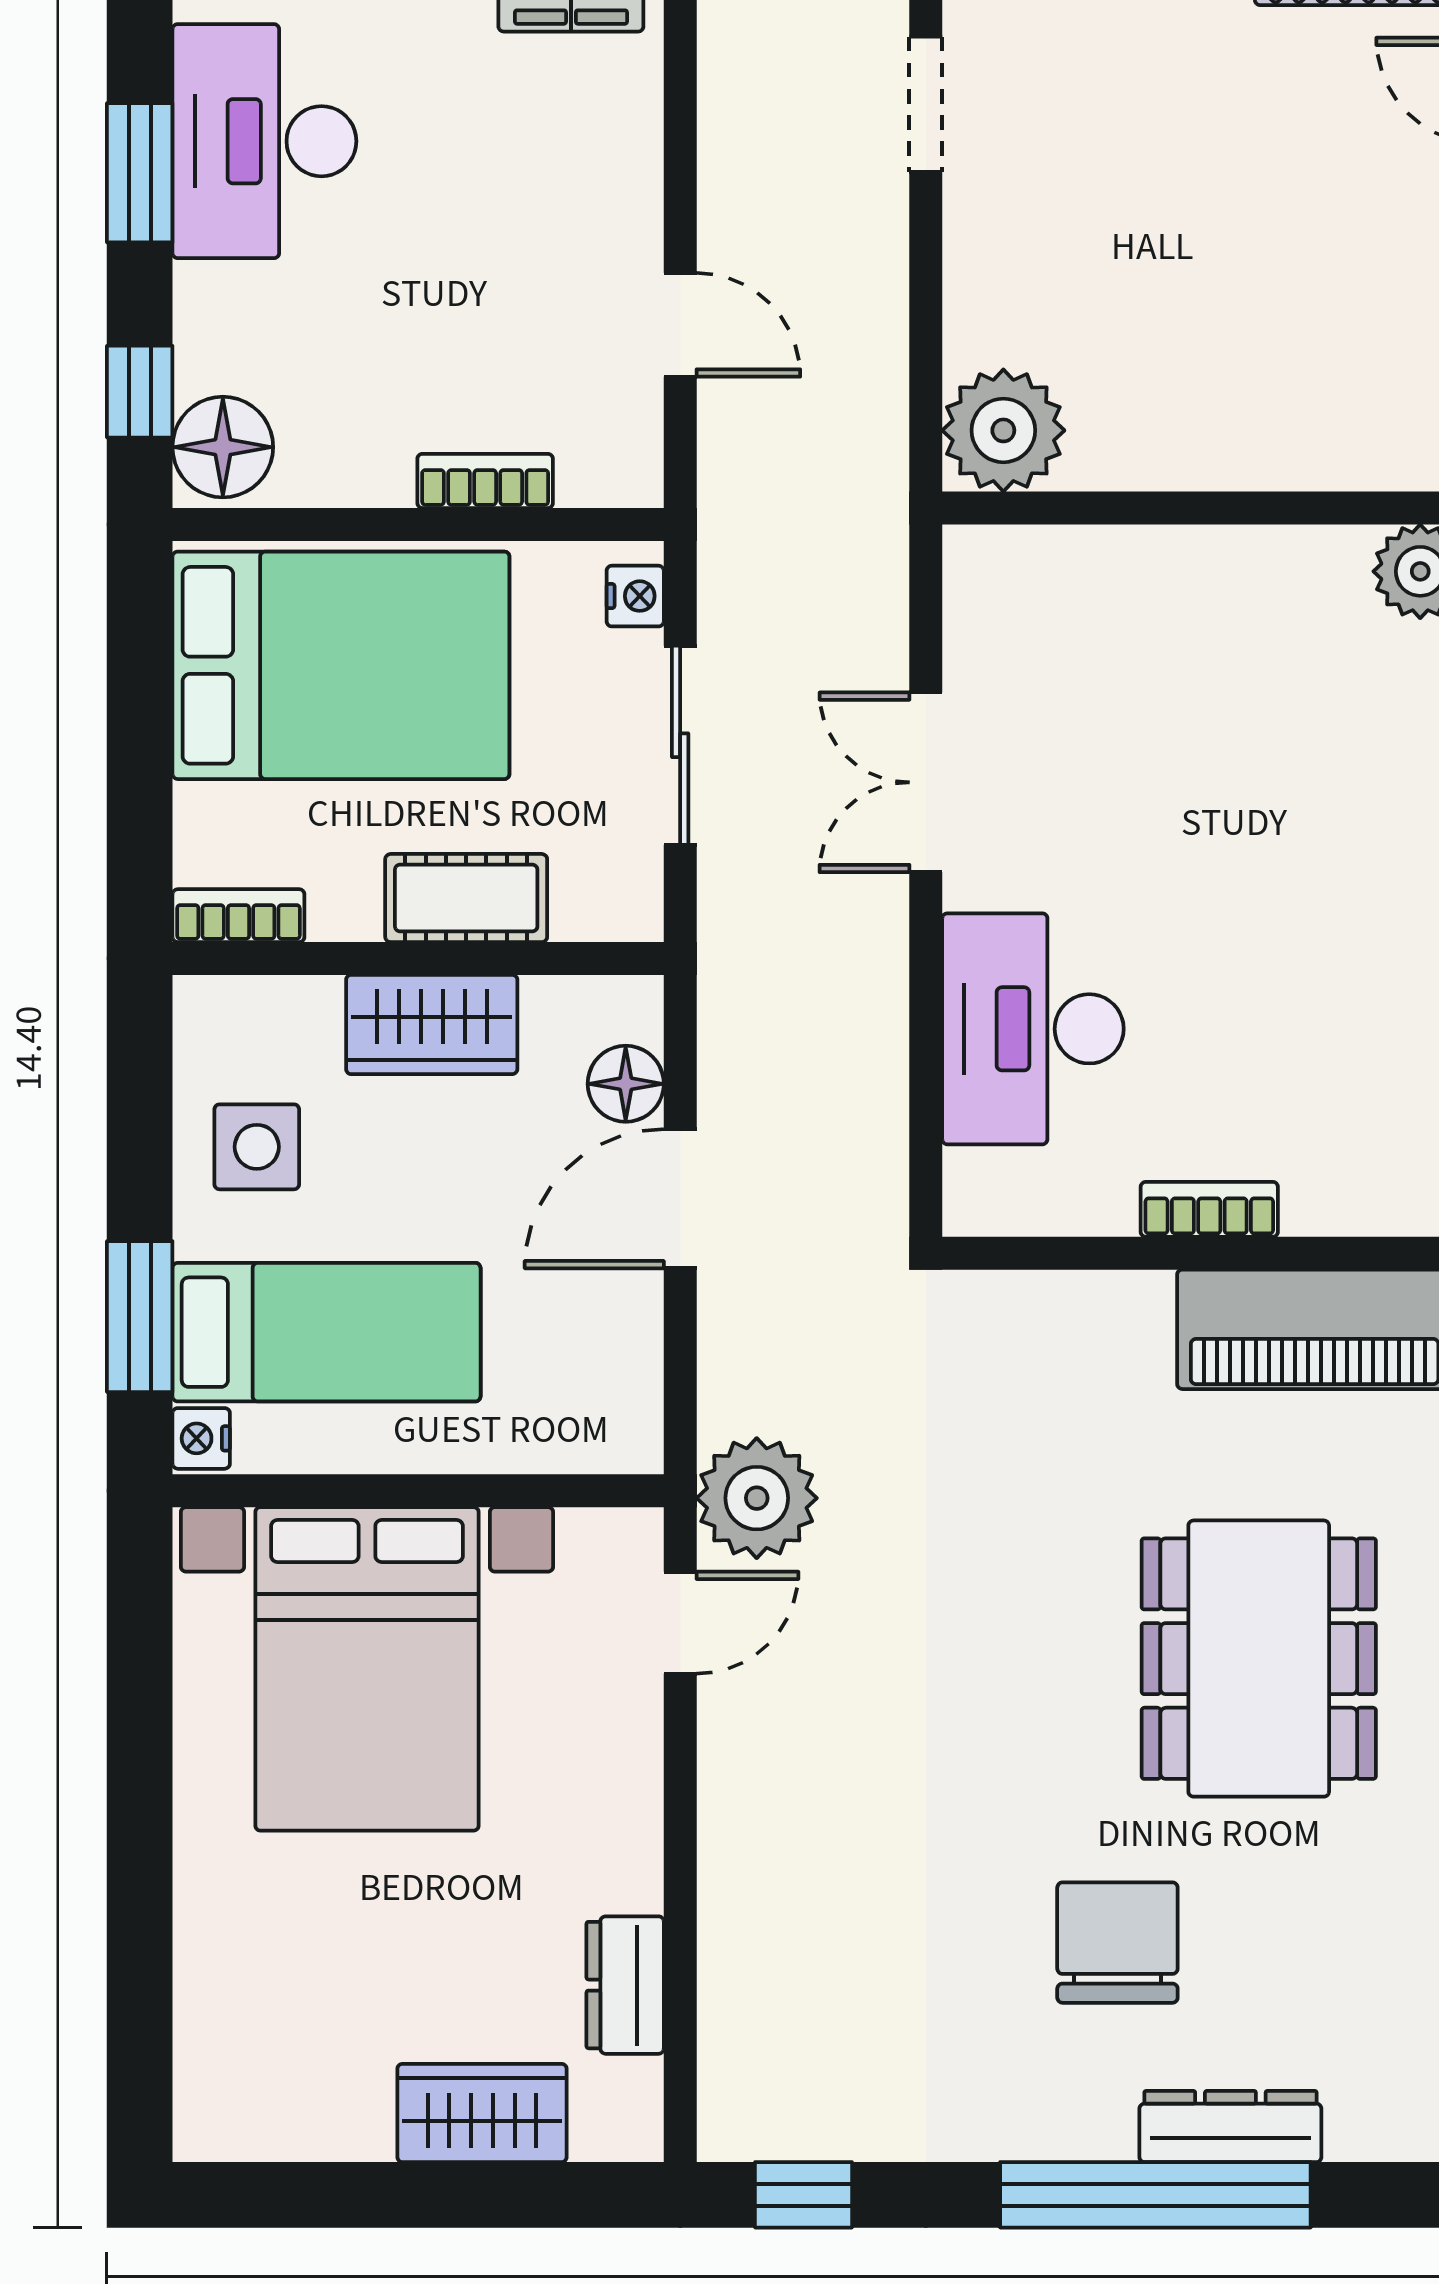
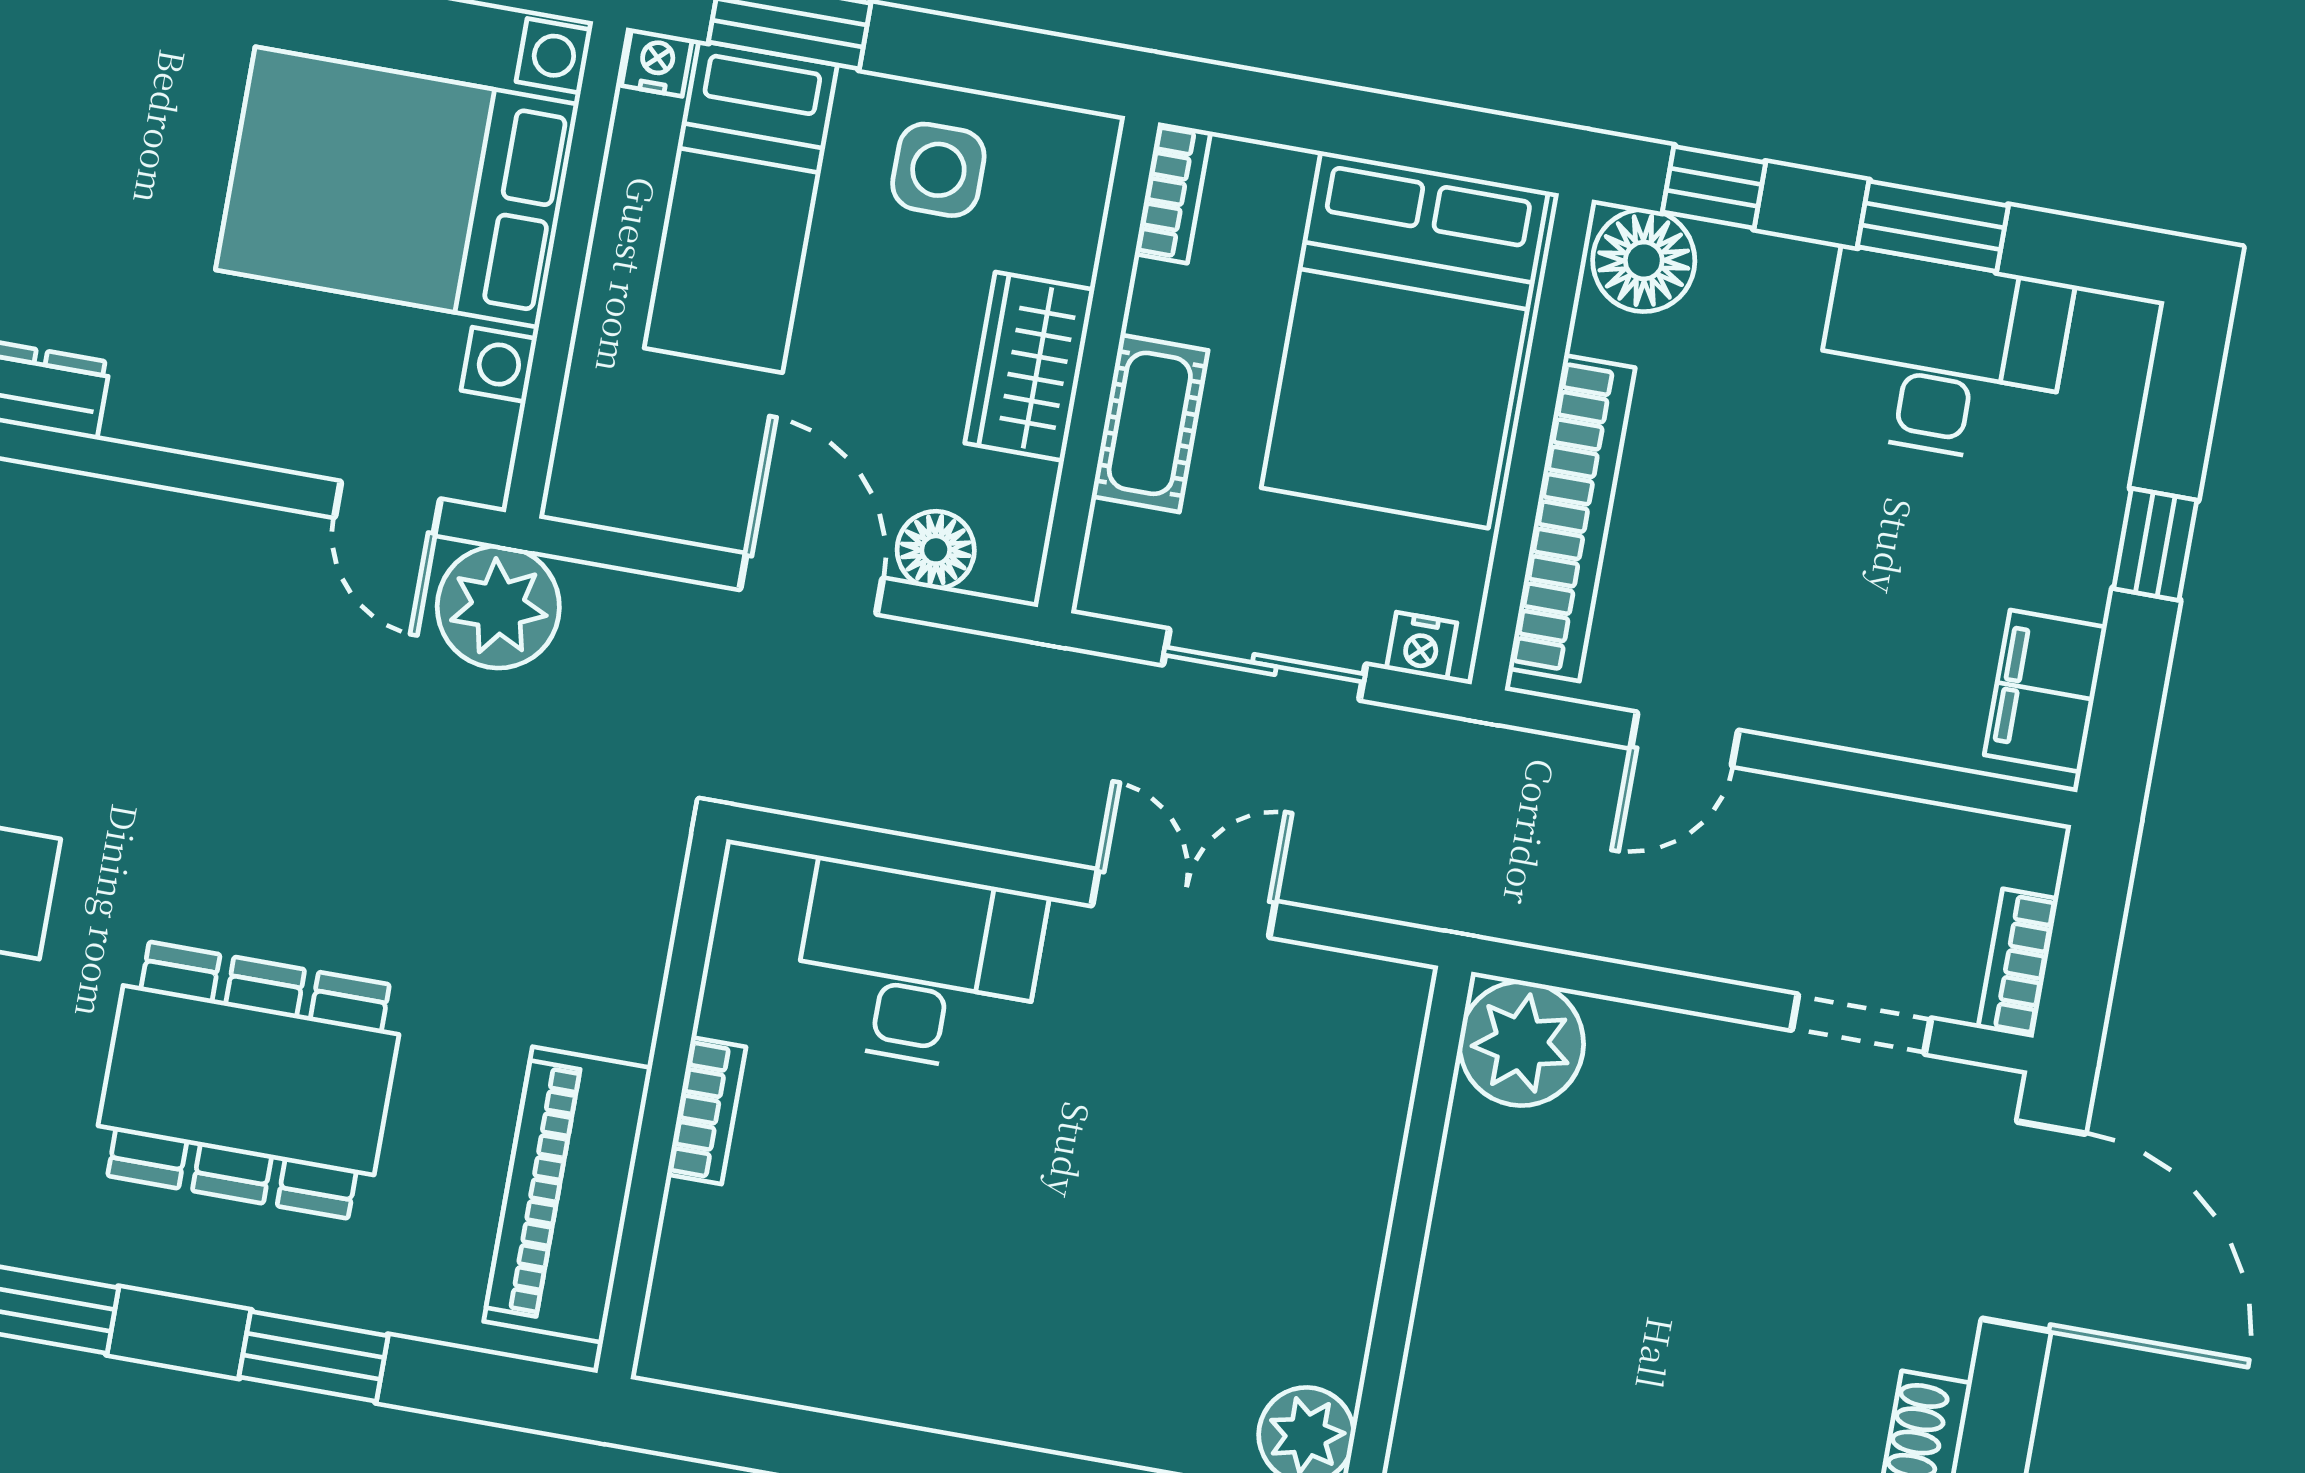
bookcase: (485, 481) -> (1572, 518), width x2.31, depth x1.31

